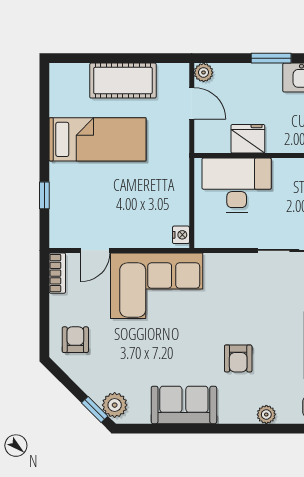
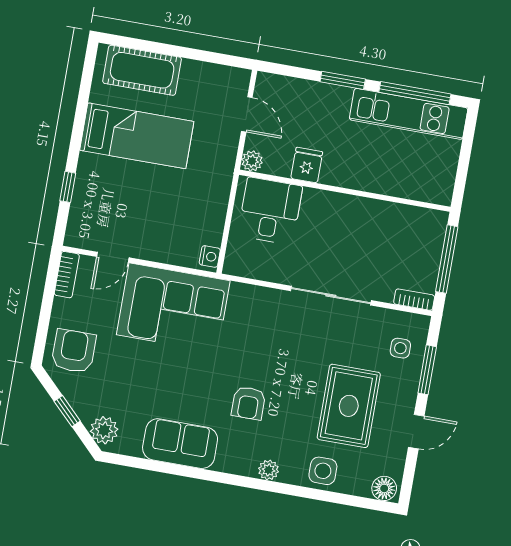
plant: (204, 72) -> (252, 161), moved
cot: (123, 81) -> (142, 70), moved
fridge: (248, 139) -> (307, 165), width x0.72
desk: (237, 185) -> (270, 211), width x0.73
armchair: (75, 340) -> (74, 351), width x1.38, depth x1.38
window: (95, 410) -> (67, 411), moved

